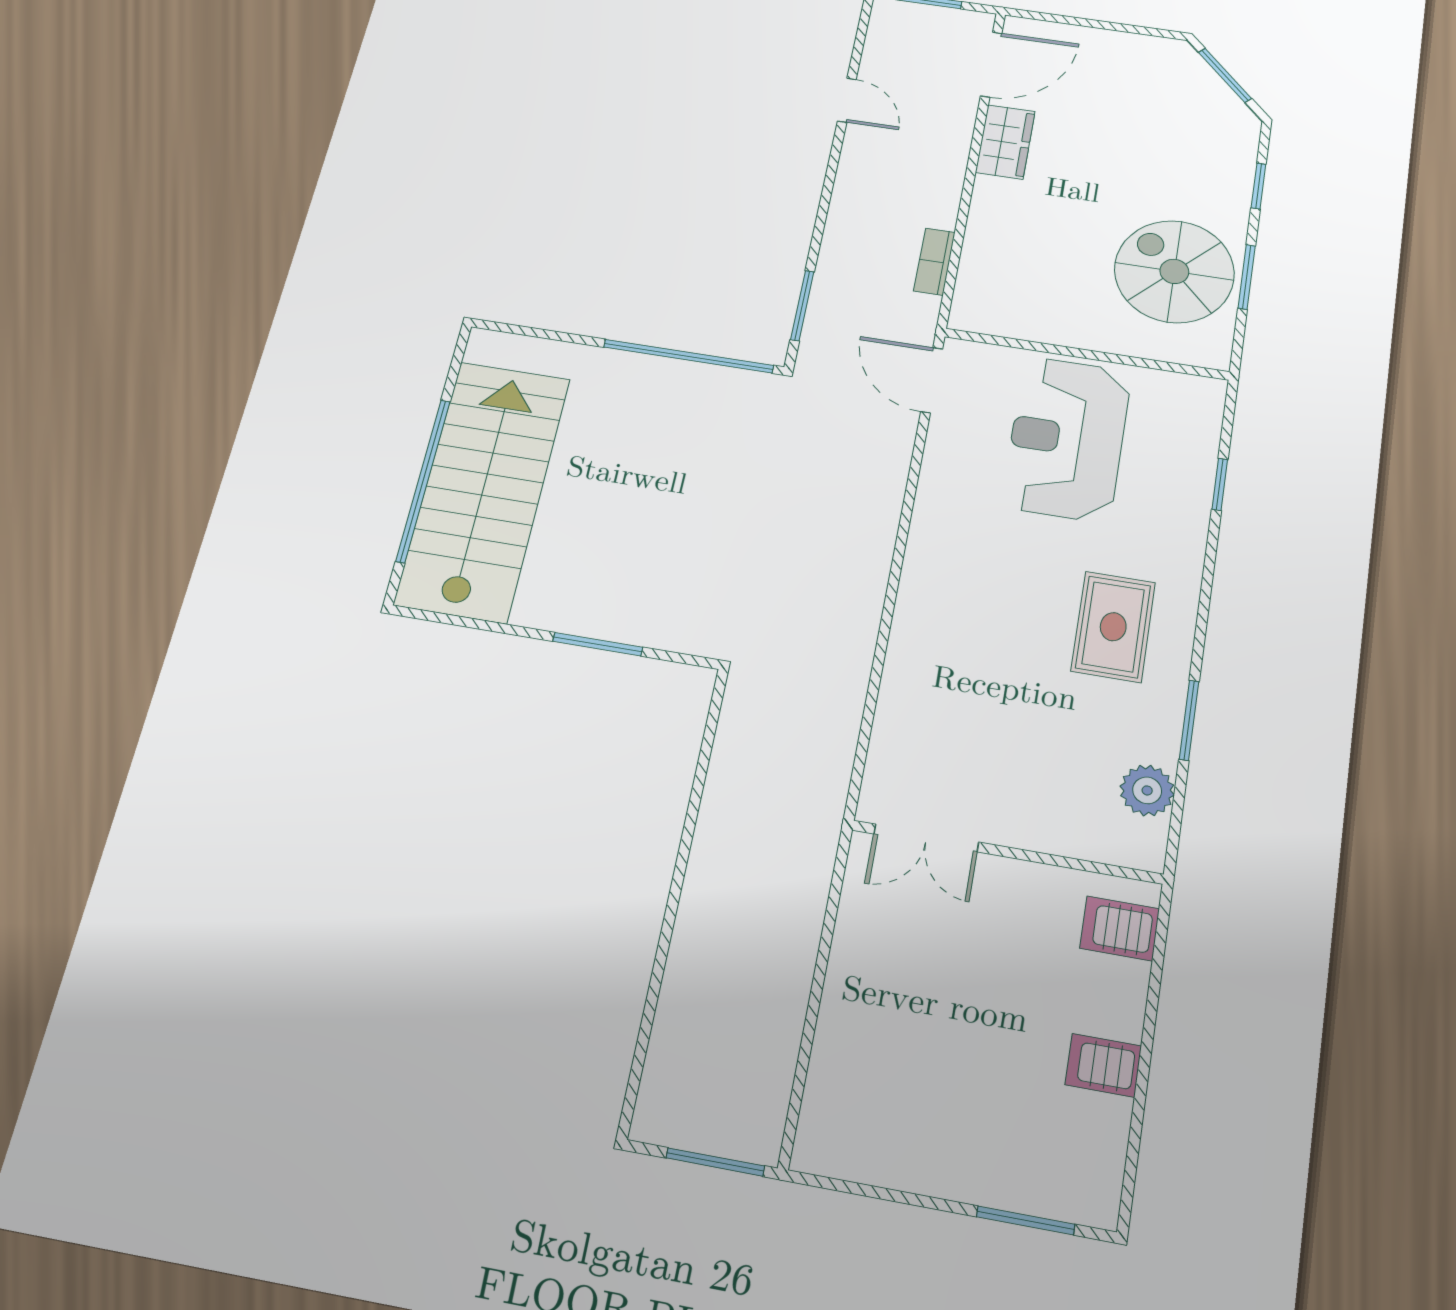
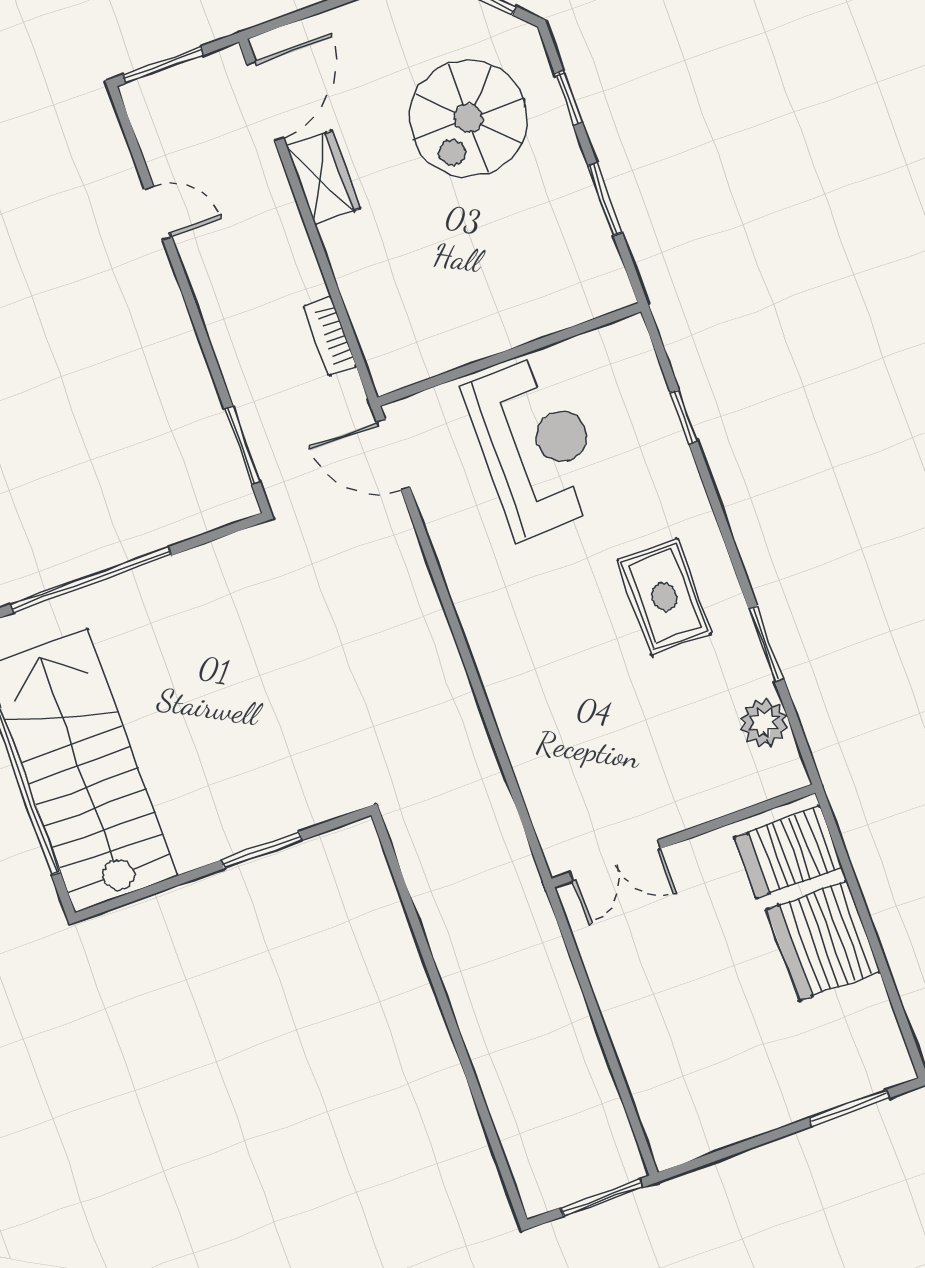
spiral stairs: (1174, 271) -> (468, 118), moved, turned -90
window: (689, 356) -> (91, 580), moved
reception desk: (1067, 439) -> (536, 446), turned 180
server rack: (1120, 928) -> (788, 852), width x1.36, depth x1.44
server rack: (1103, 1065) -> (823, 940), width x2.18, depth x1.44

